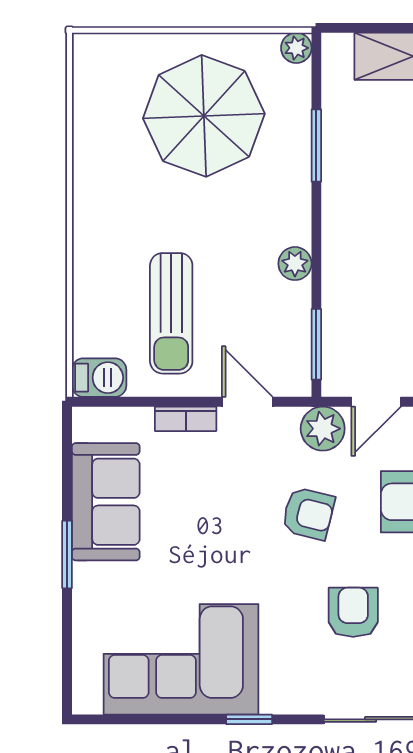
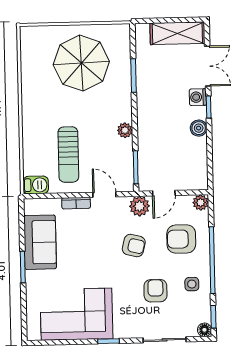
plant: (296, 48) -> (123, 31), removed

